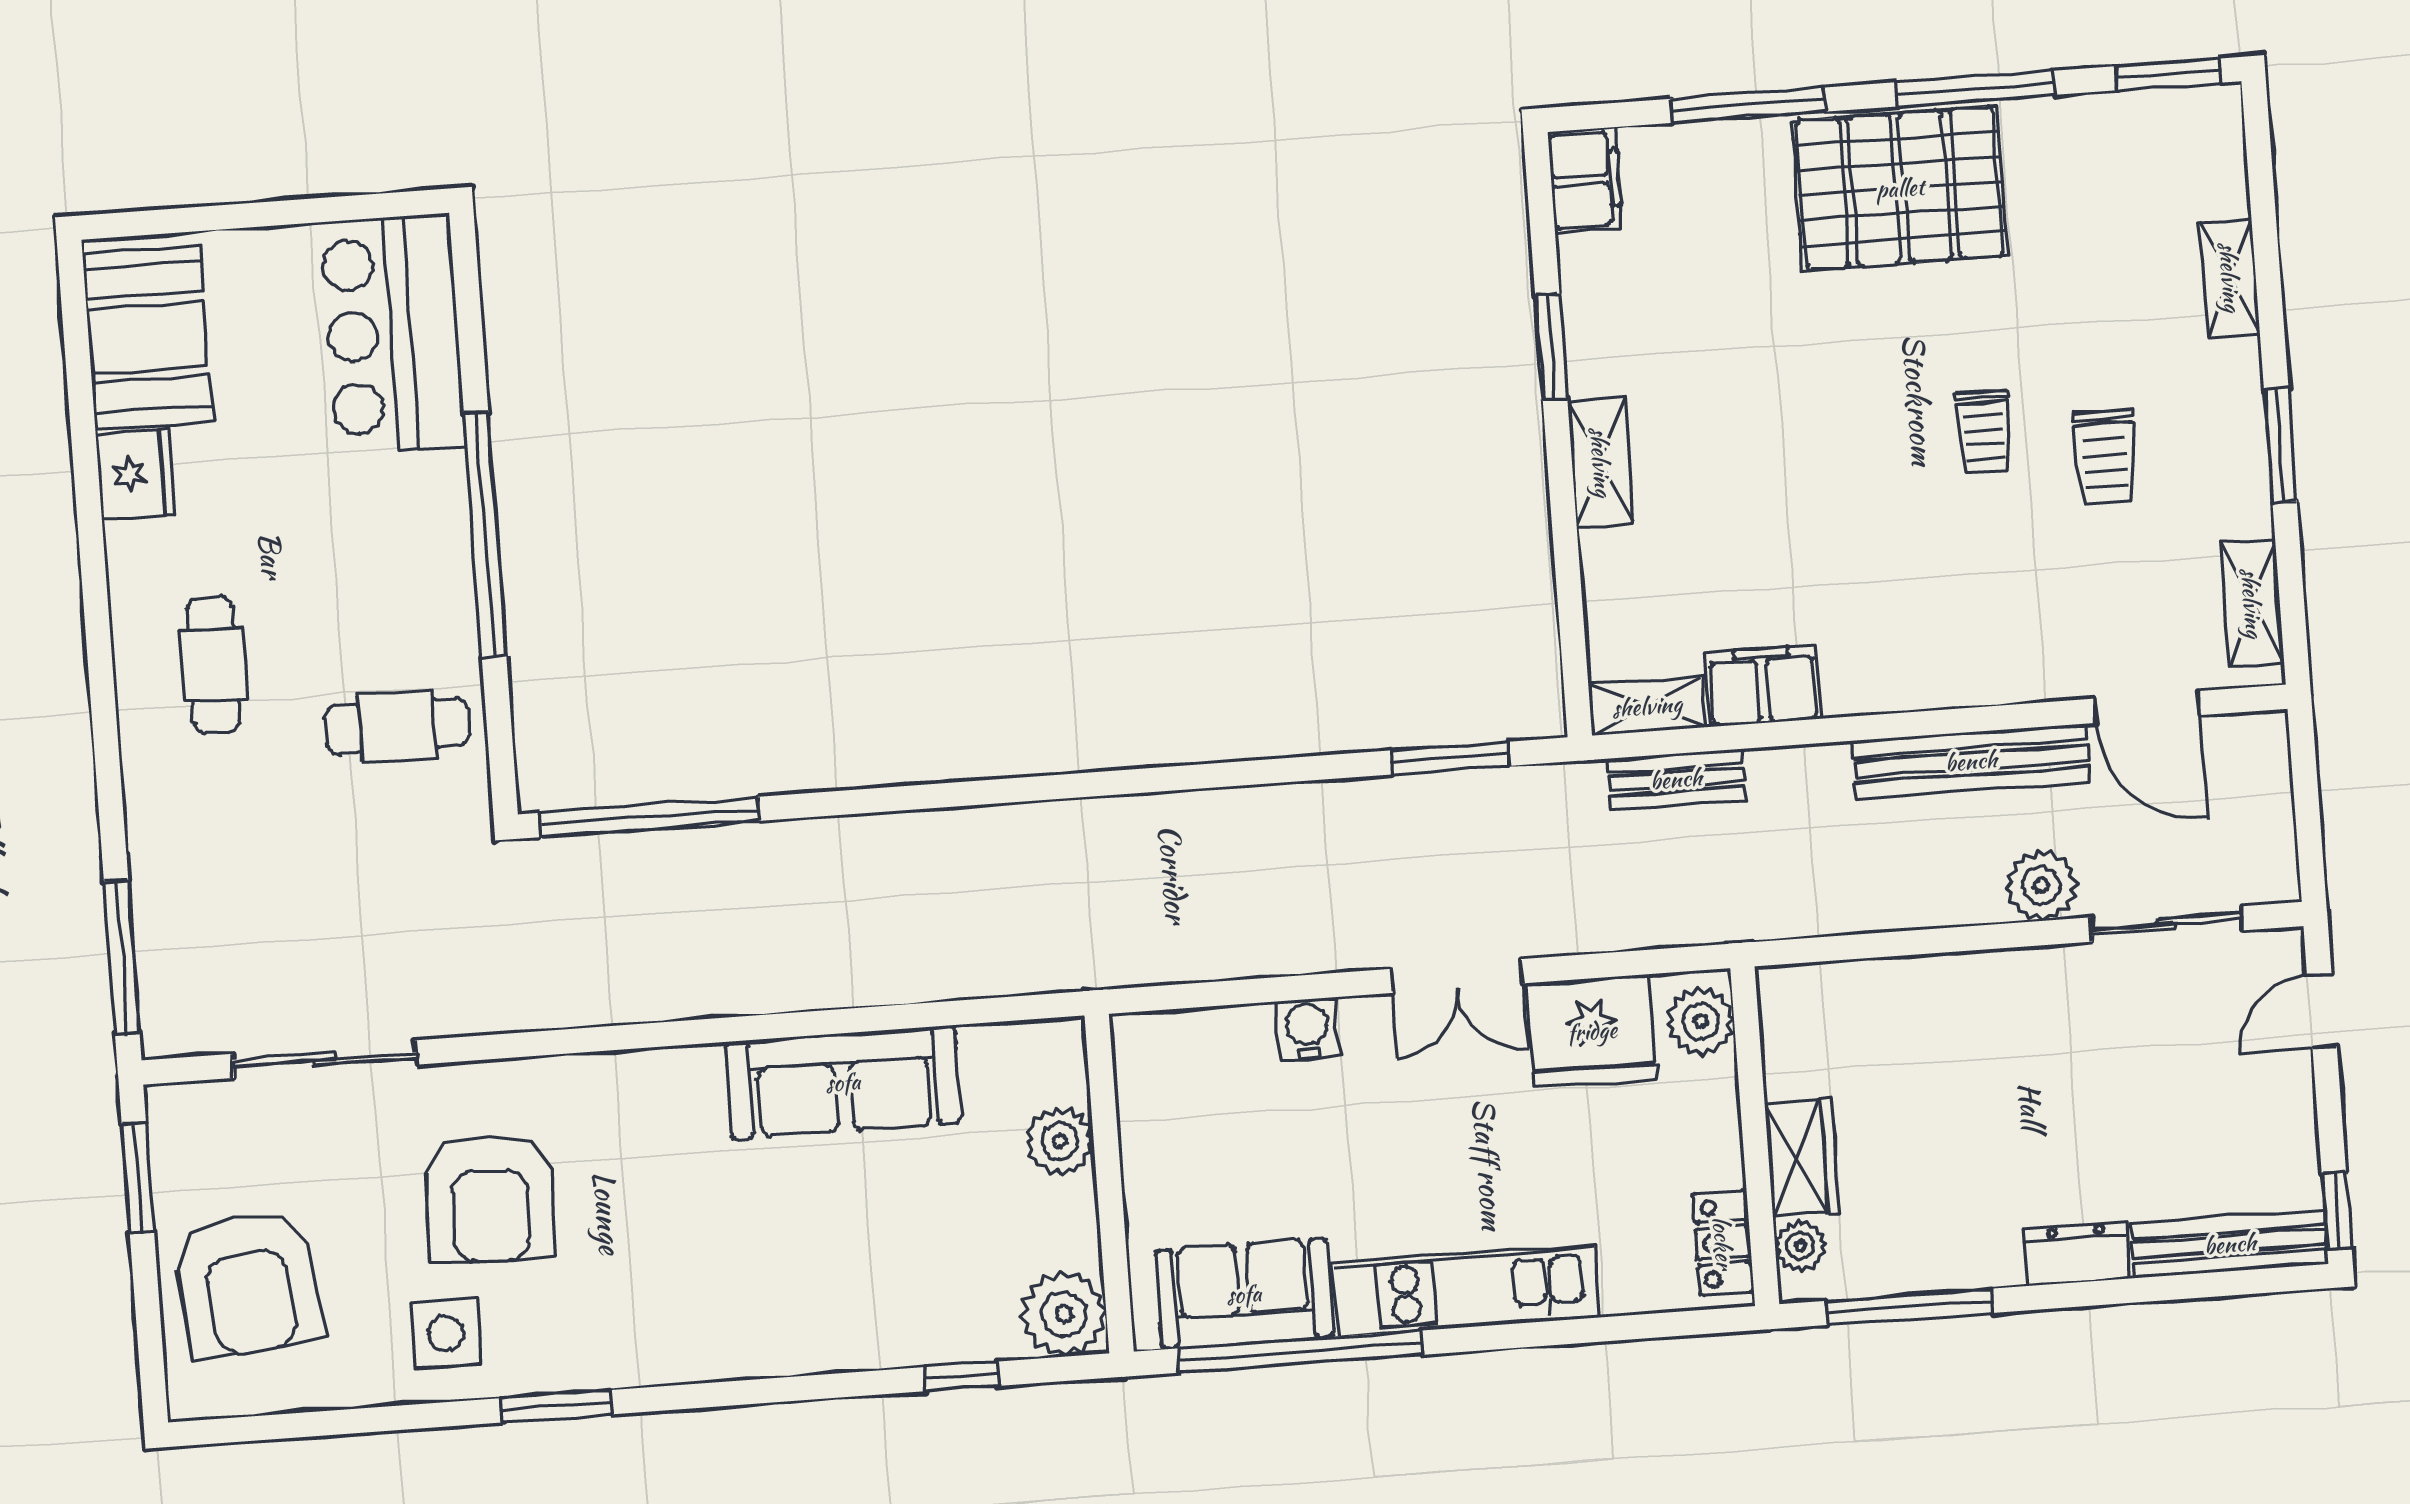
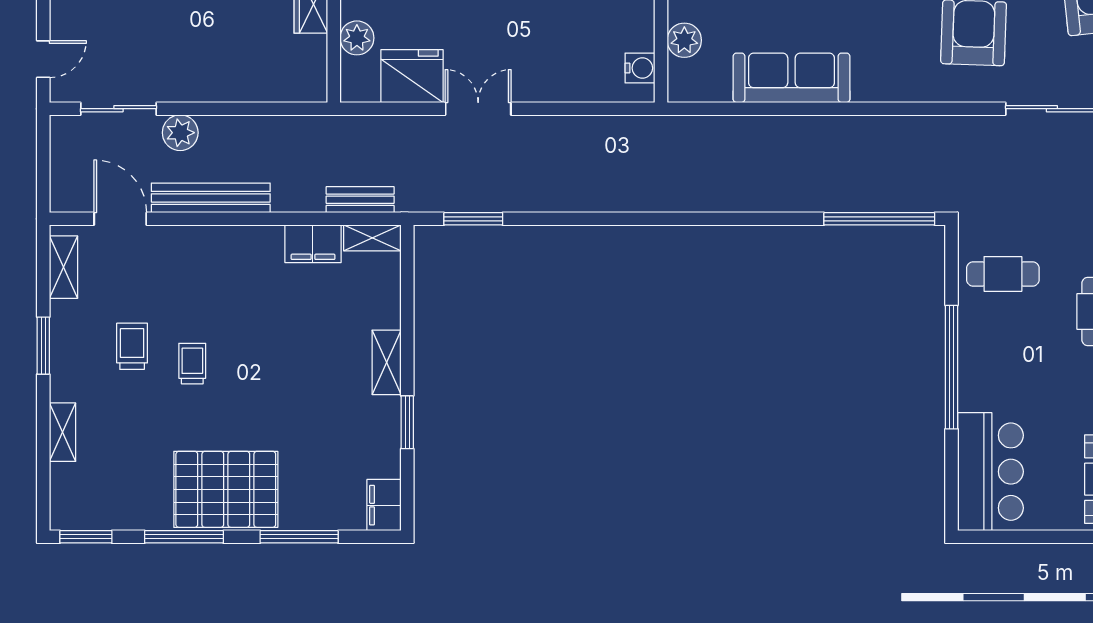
plant: (1701, 1021) -> (357, 38), moved
water cooler: (1307, 1029) -> (640, 68), moved, turned -90

